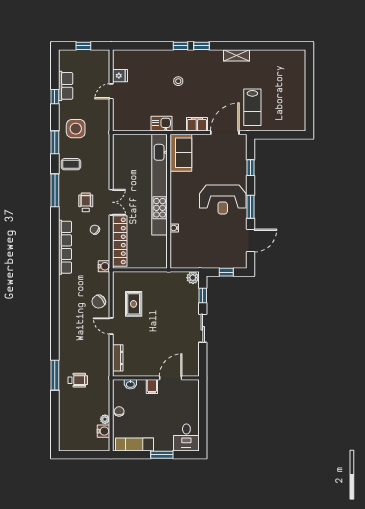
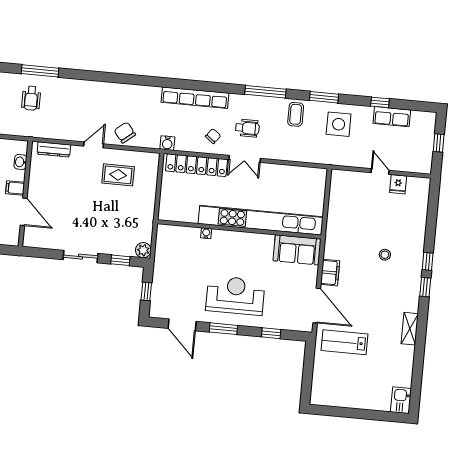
kitchen sink: (162, 124) -> (401, 400), moved, turned 180
reception desk: (223, 200) -> (235, 295), turned 90

